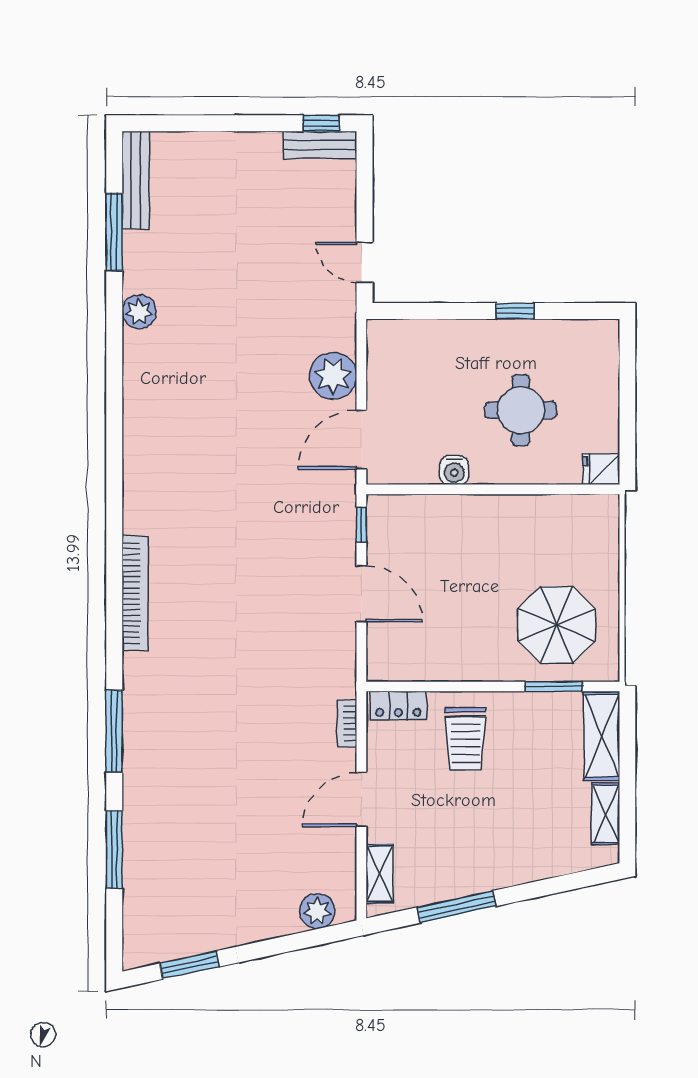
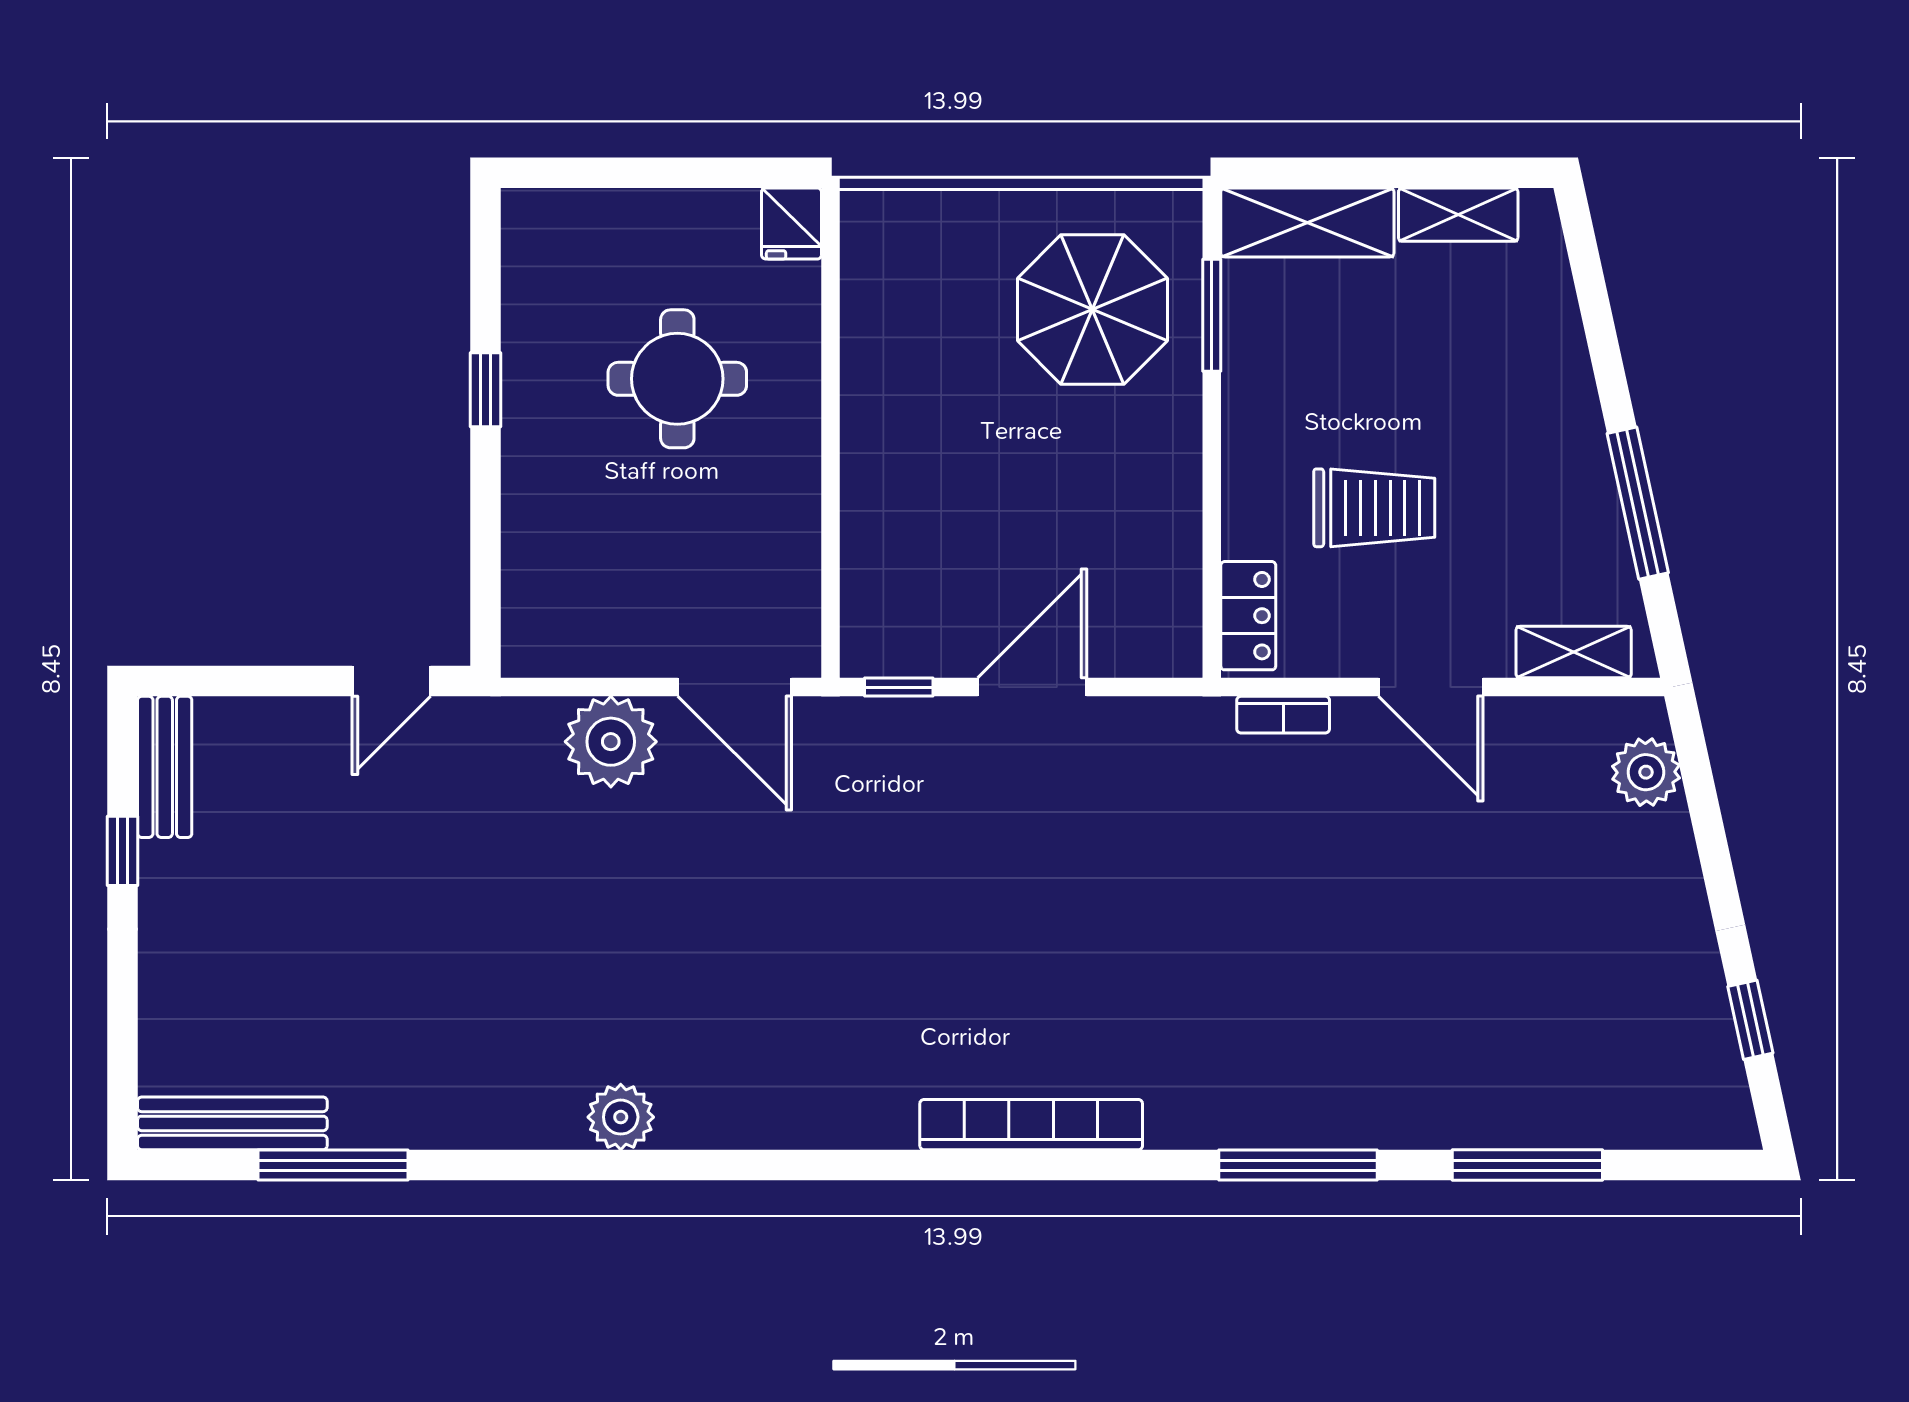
window: (321, 123) -> (123, 851), moved
plant: (139, 312) -> (621, 1117), moved
water cooler: (454, 470) -> (794, 508), removed
trolley: (465, 739) -> (1374, 508), moved
window: (189, 965) -> (1750, 1020), width x0.67

